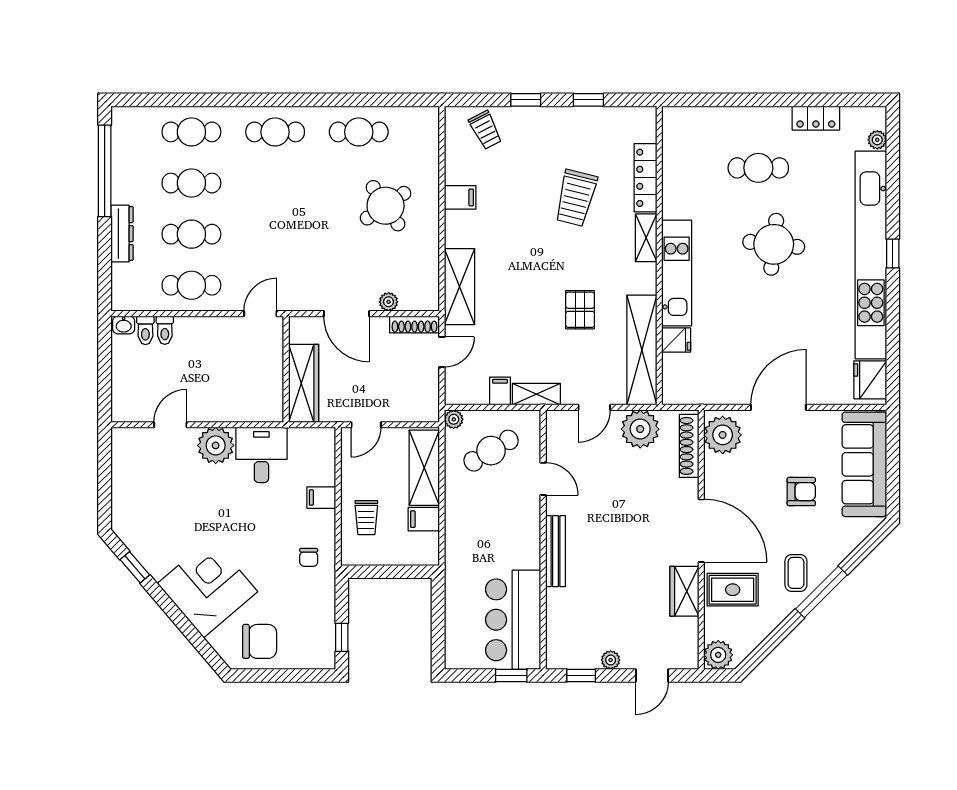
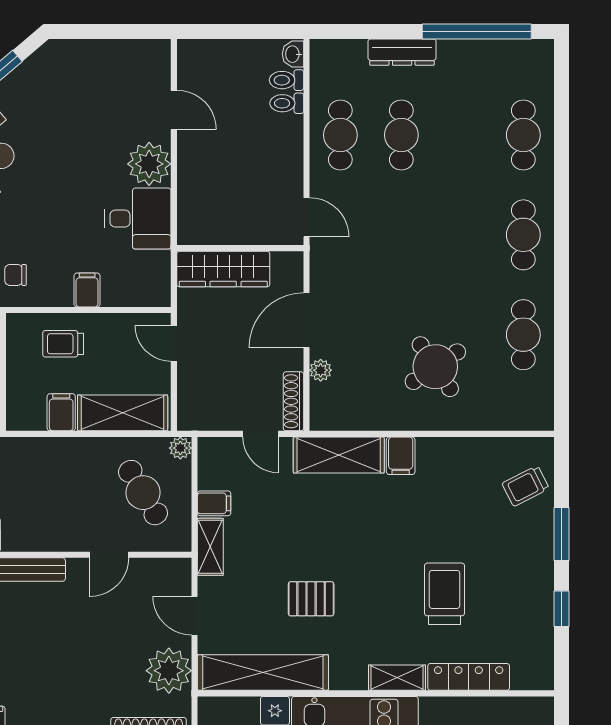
window: (526, 100) -> (562, 534), width x1.50
cafe table: (191, 183) -> (462, 135), removed
filing cabinet: (460, 197) -> (401, 456), moved
trolley: (576, 198) -> (444, 594), turned 76

